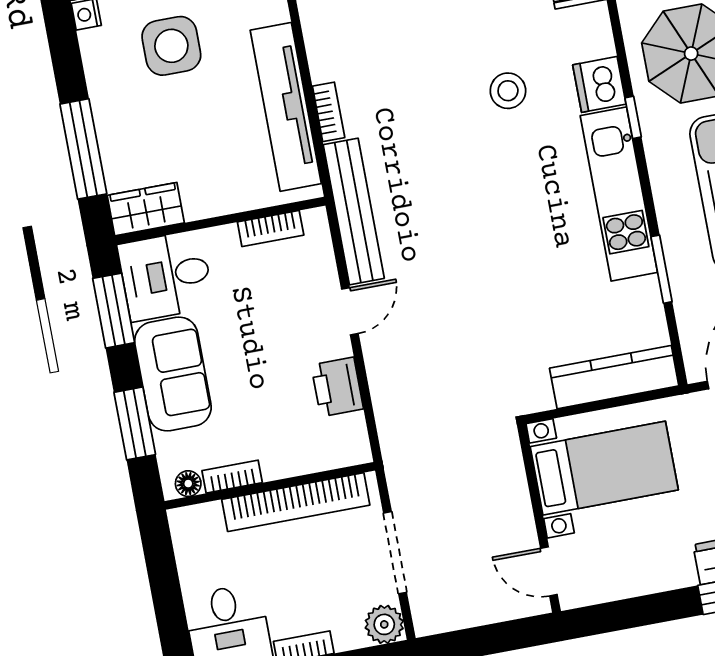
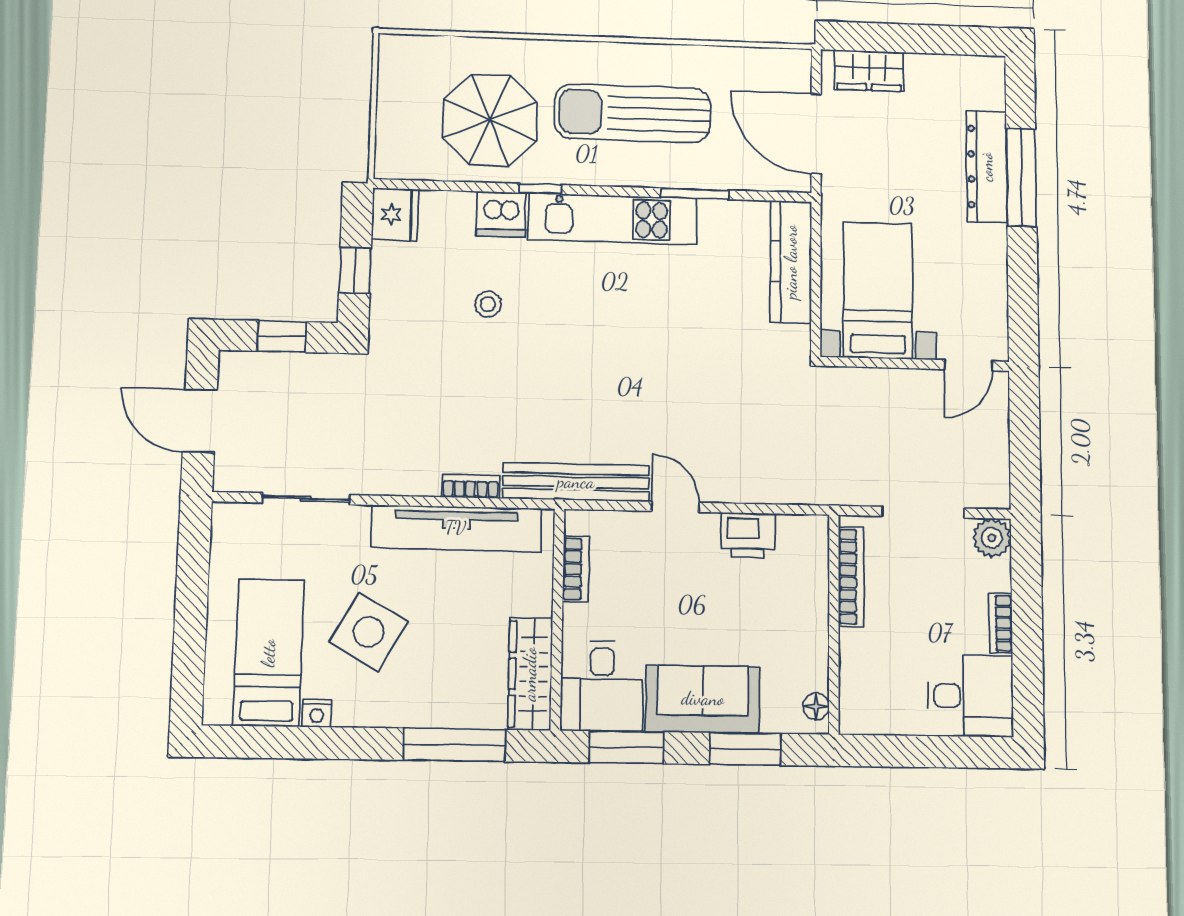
side table: (171, 46) -> (369, 632), turned 30
stool: (508, 91) -> (488, 304), width x0.73, depth x0.73
wardrobe: (146, 209) -> (530, 674), width x1.50
bookcase: (232, 477) -> (818, 660), removed
bookcase: (296, 502) -> (851, 577), width x0.68, depth x0.76

